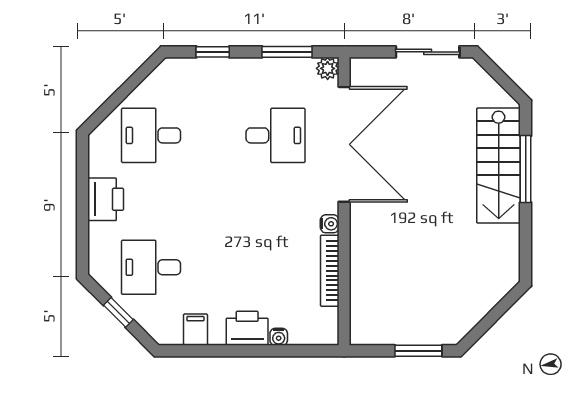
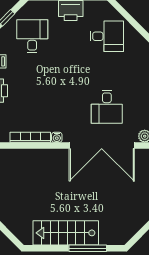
desk: (151, 135) -> (107, 36), turned 90
stairs: (499, 166) -> (66, 233), moved

